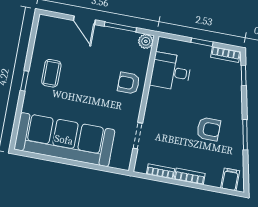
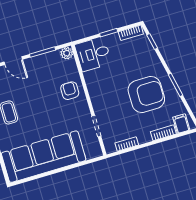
desk: (171, 72) -> (93, 54), moved
armchair: (129, 83) -> (70, 91), turned 90
armchair: (209, 129) -> (146, 94), width x1.88, depth x1.88
bookcase: (190, 176) -> (163, 133), moved

